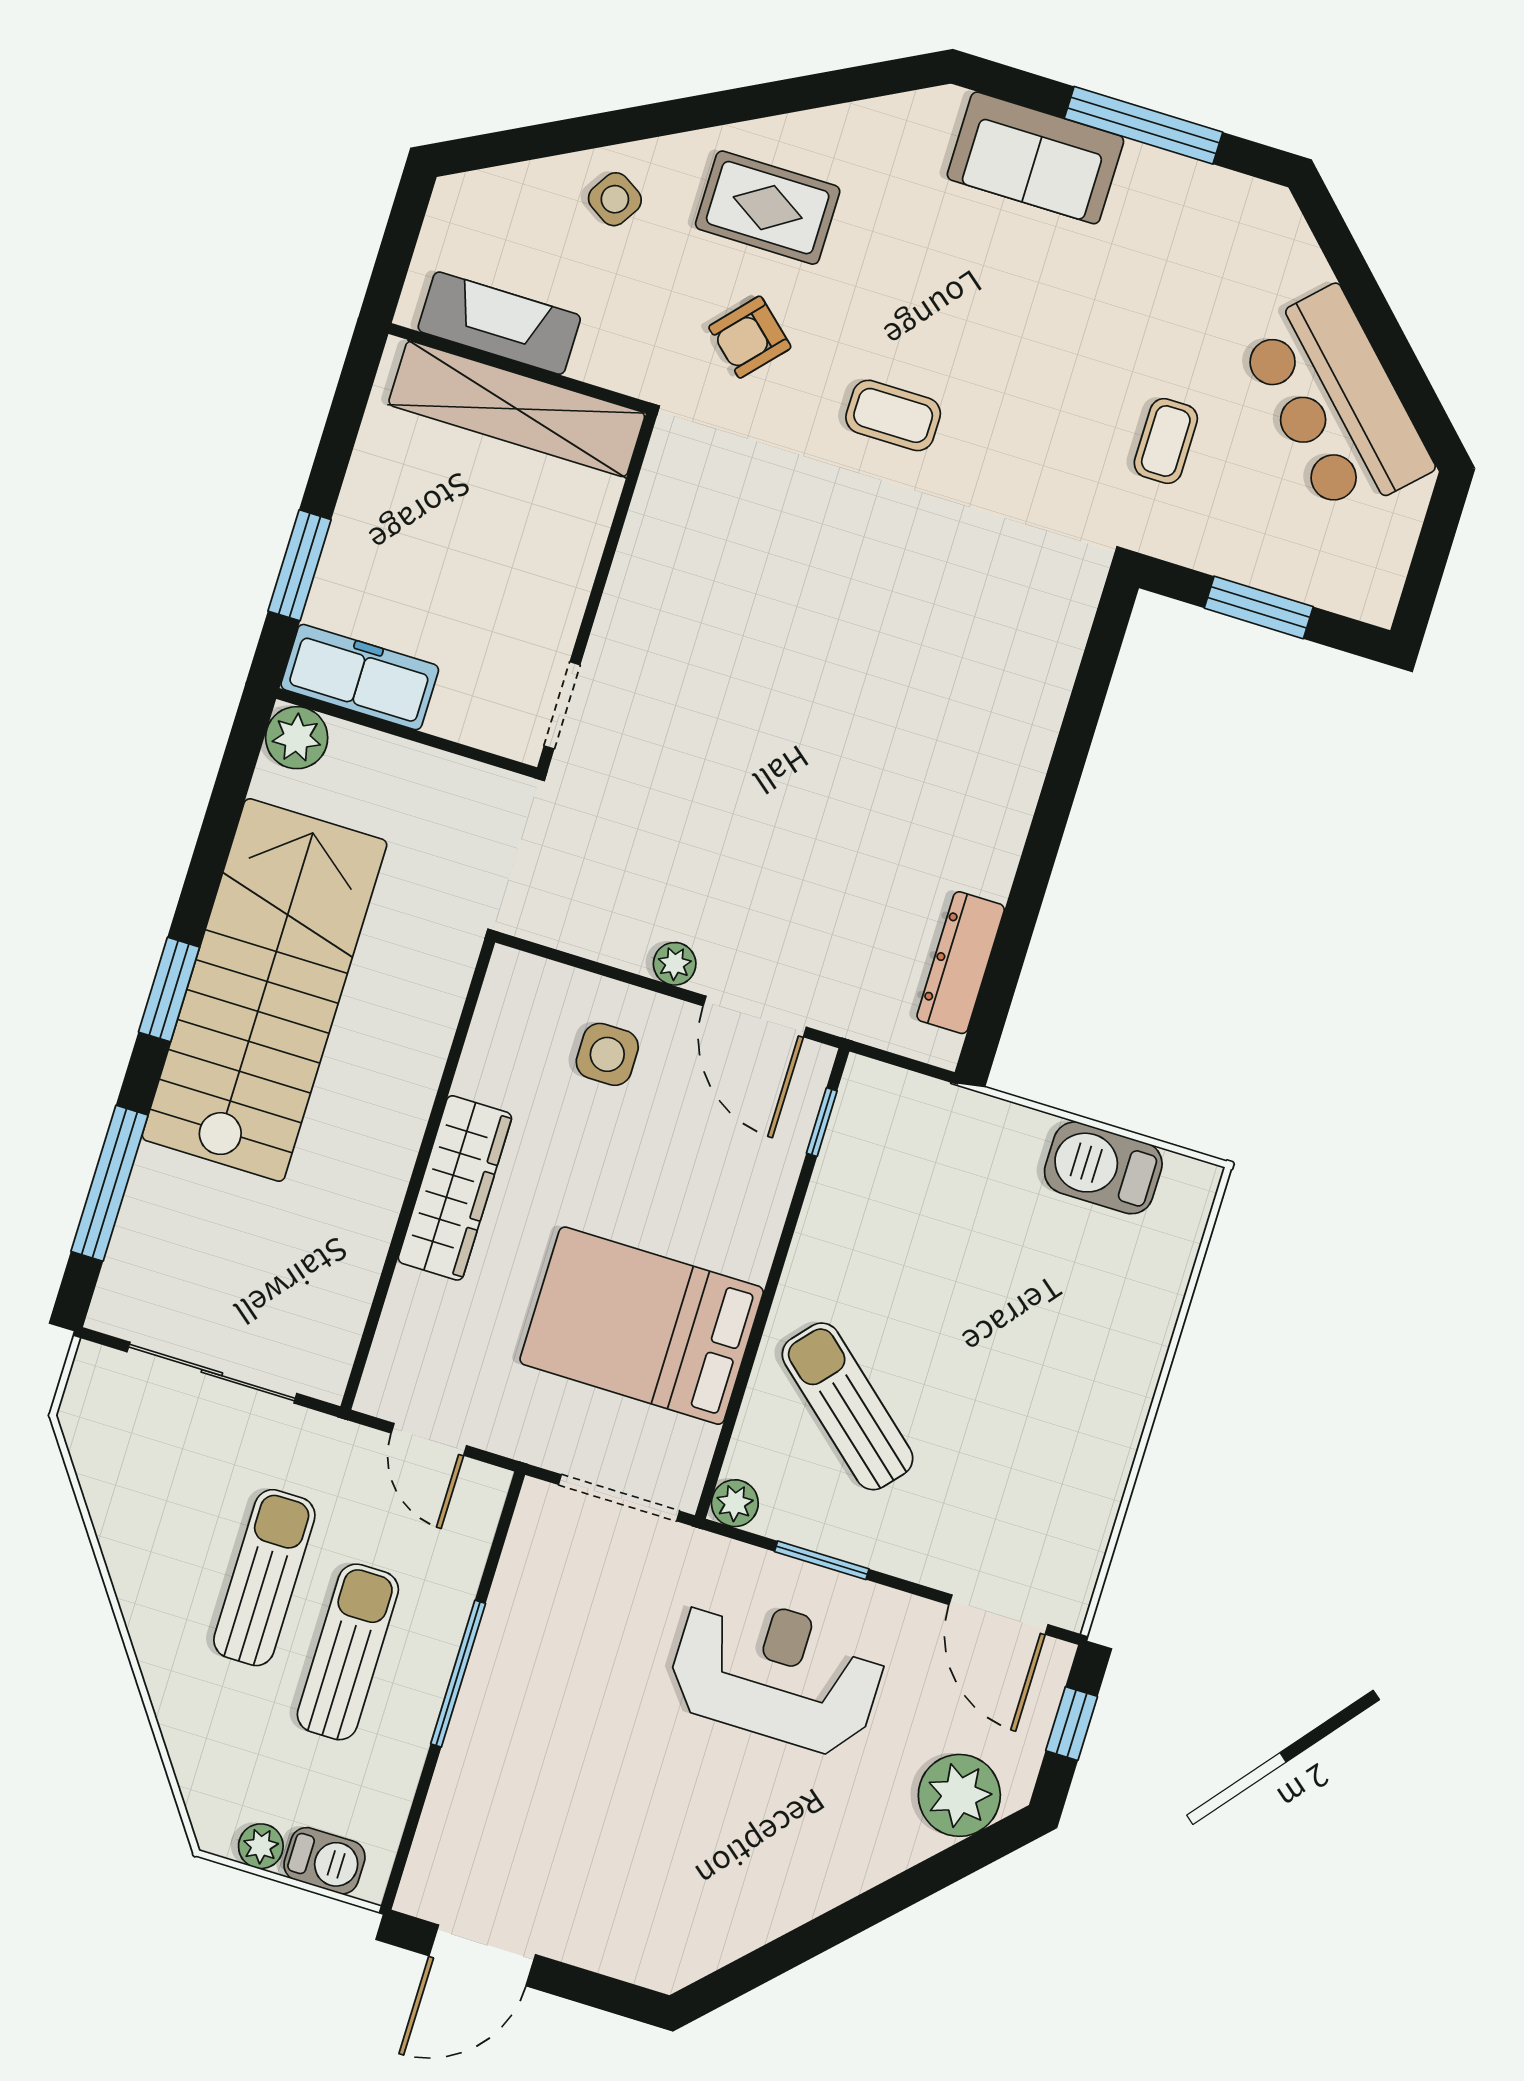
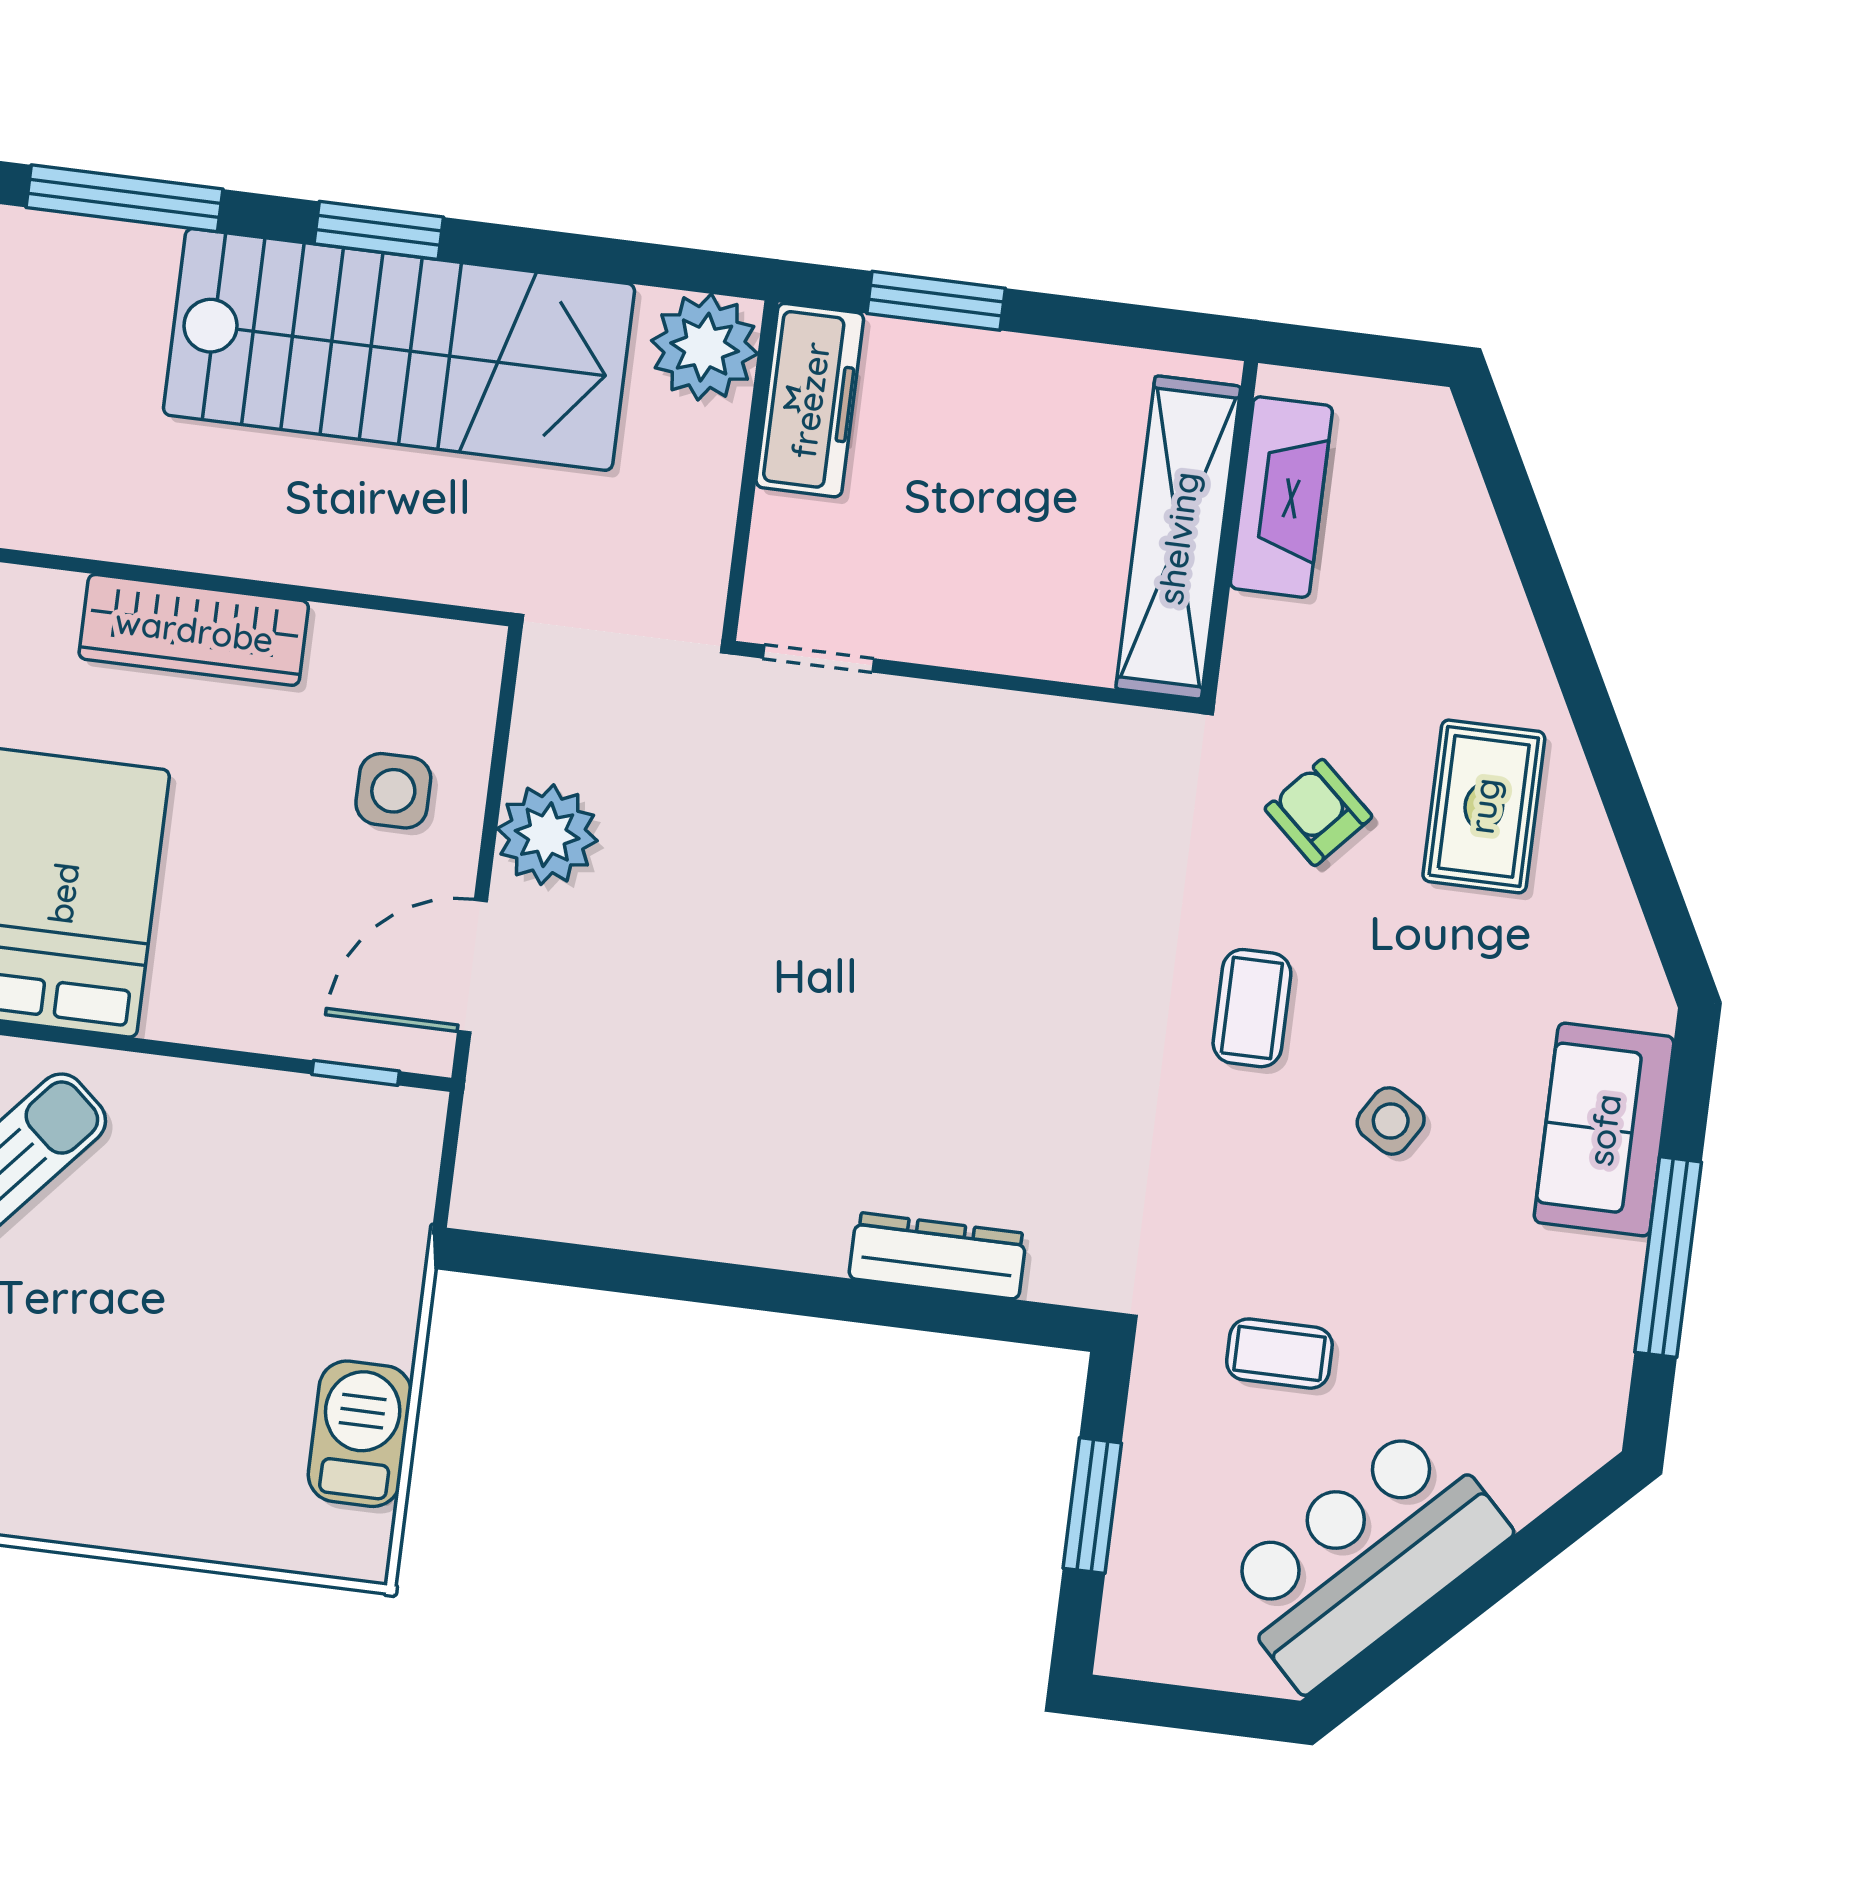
side table: (615, 199) -> (1391, 1121), moved
plant: (297, 738) -> (705, 347), width x1.36, depth x1.36
dresser: (961, 963) -> (938, 1256), moved
plant: (675, 964) -> (547, 835), width x1.88, depth x1.88

